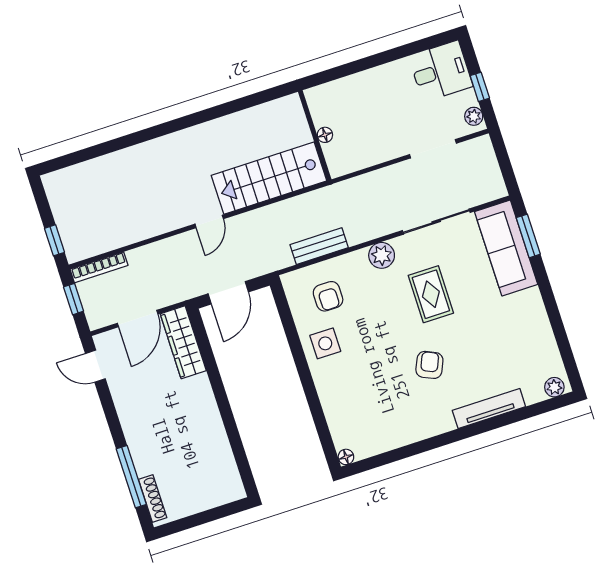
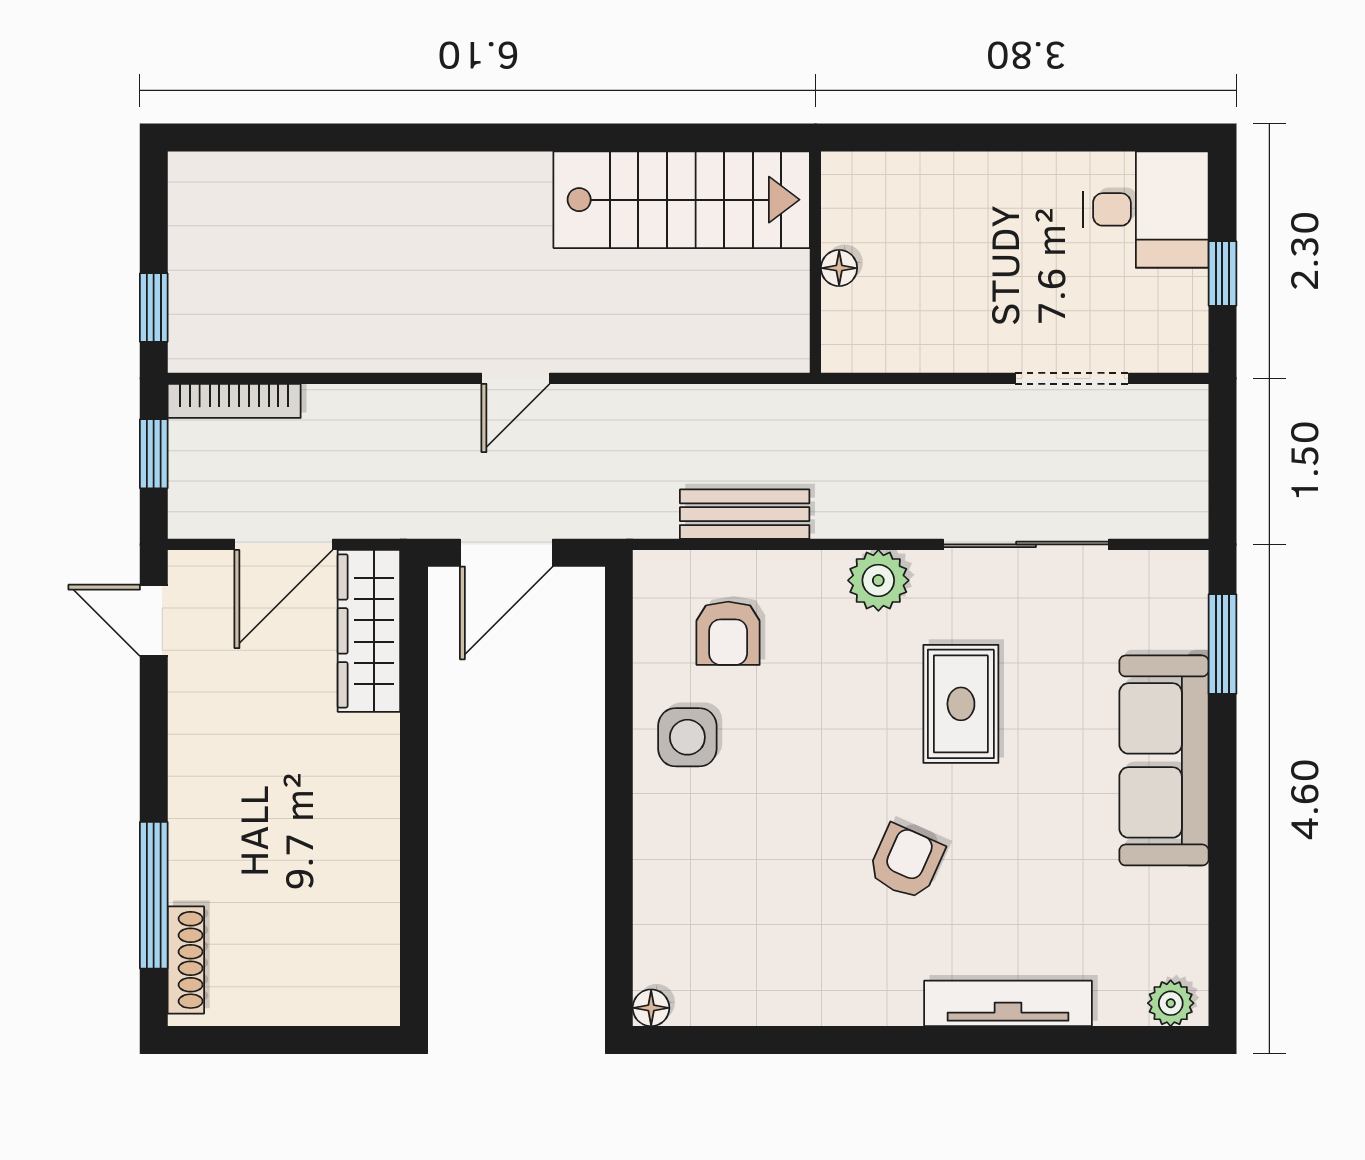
plant: (474, 116) -> (1187, 335), removed
stairs: (269, 178) -> (682, 200), moved, turned 180
sofa: (506, 248) -> (1164, 760), moved

